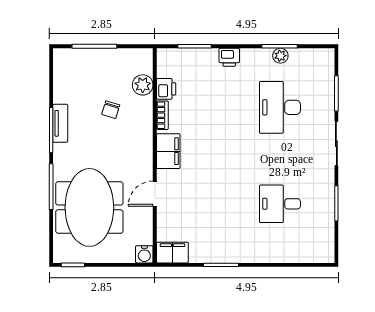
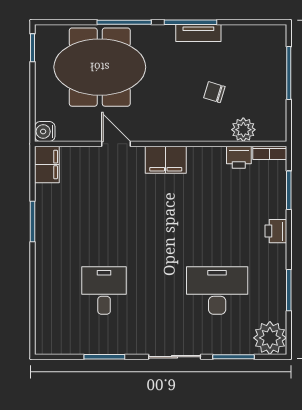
plant: (280, 56) -> (270, 338), moved, width x1.88, depth x1.88
bookcase: (162, 115) -> (270, 153), moved

